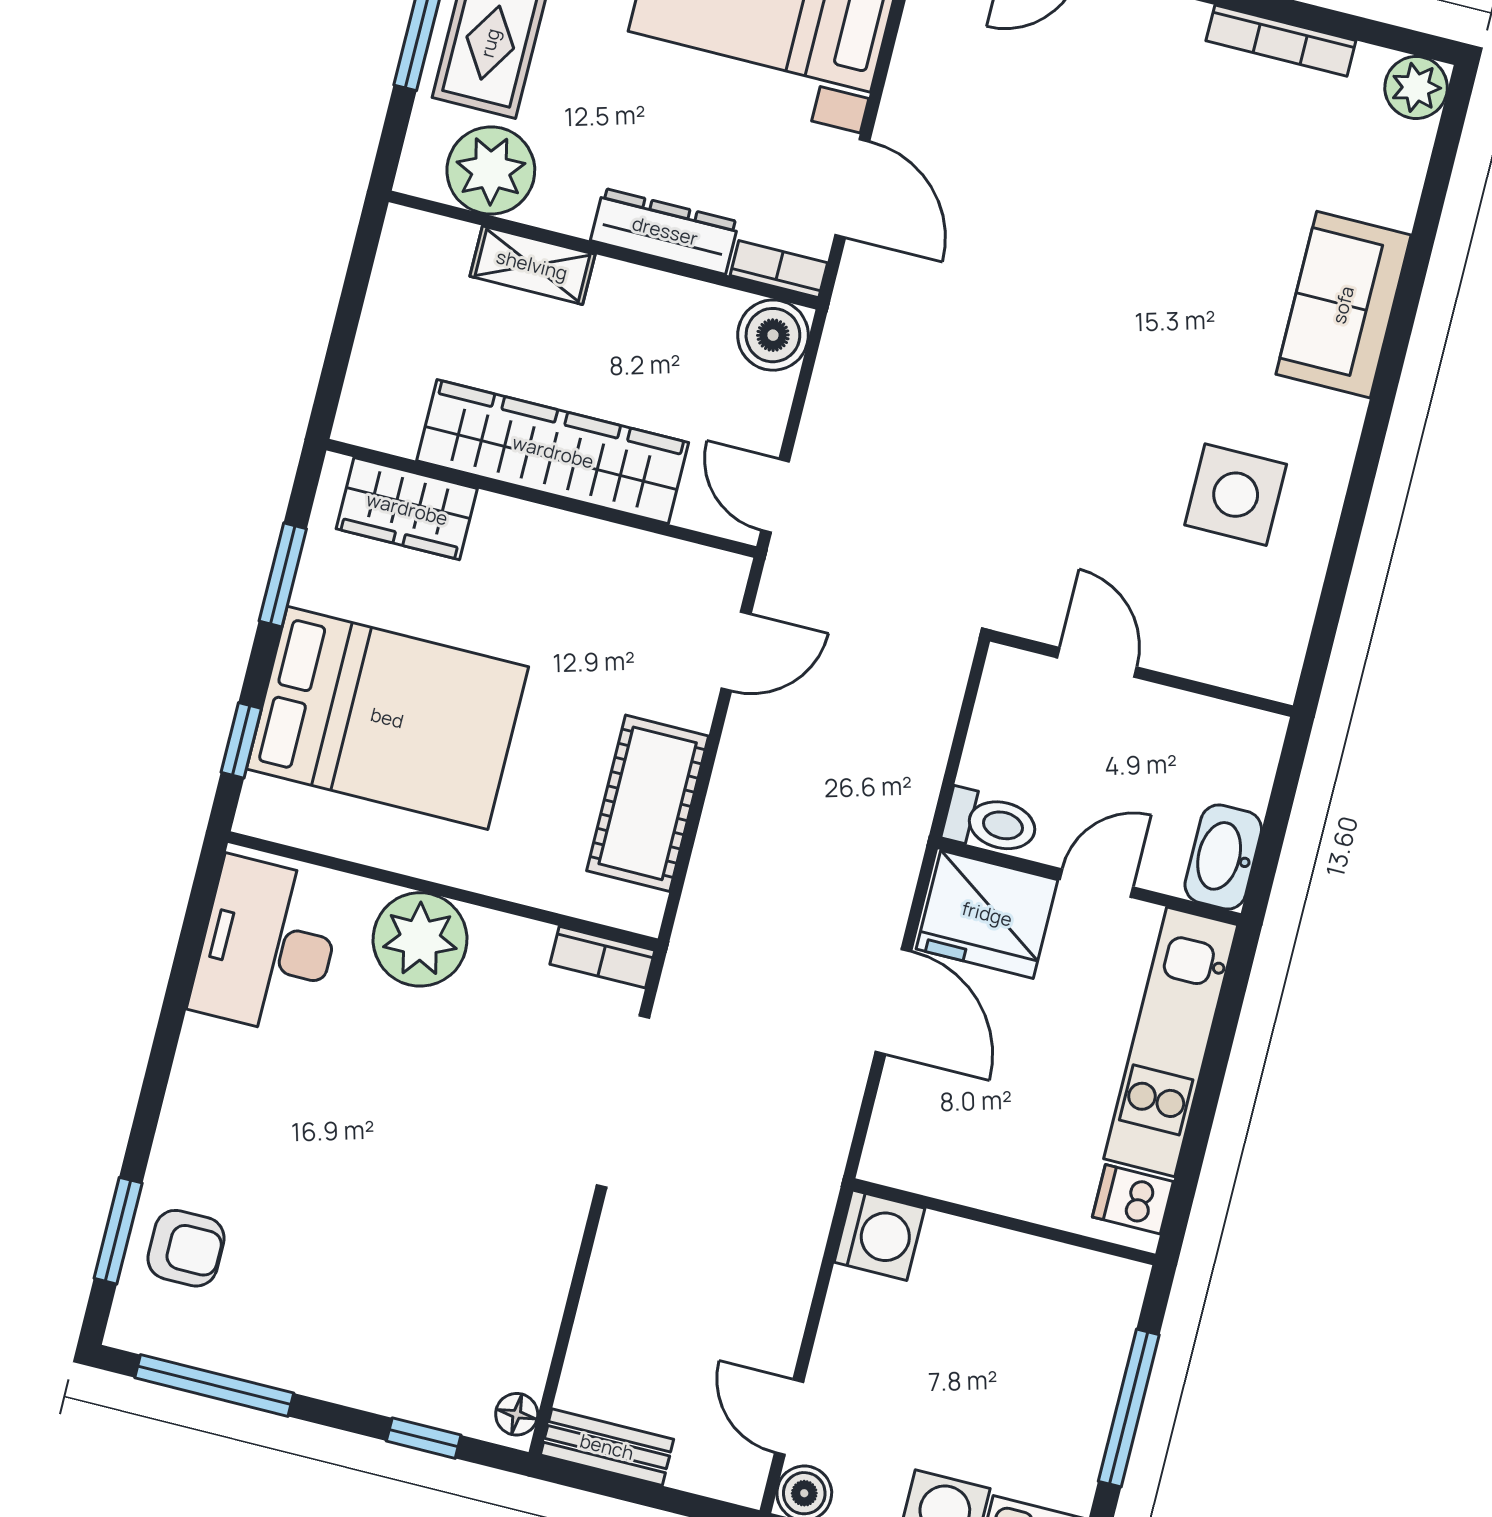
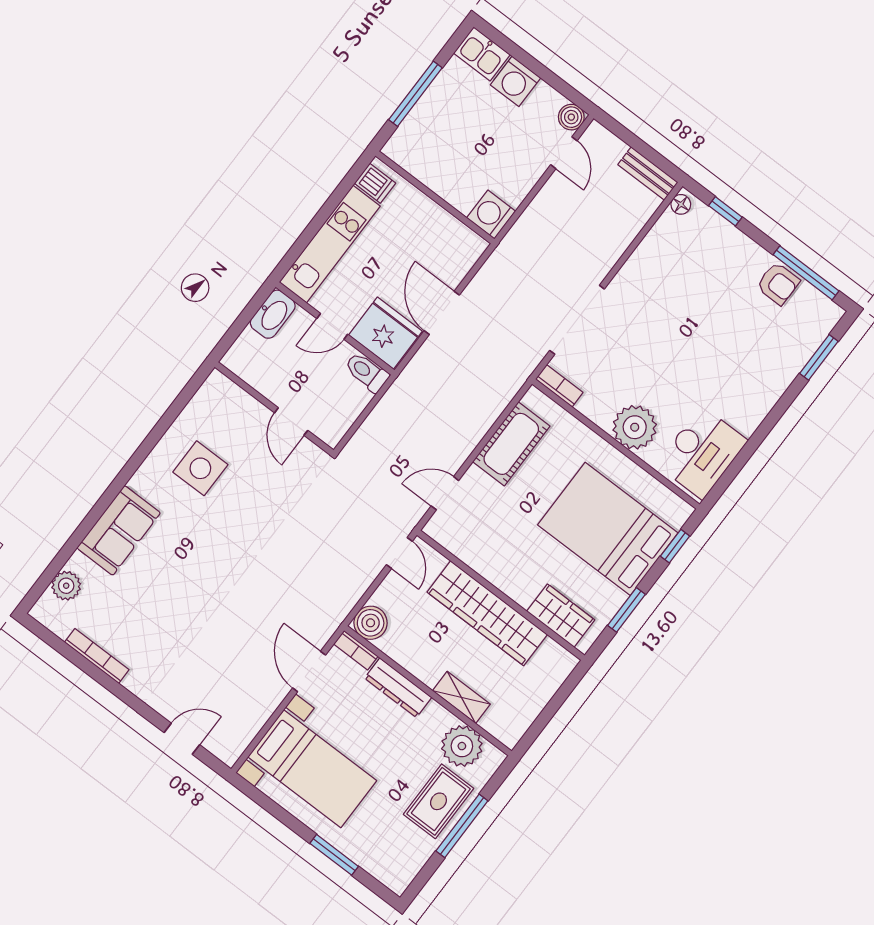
plant: (1416, 88) -> (66, 586), moved
armchair: (186, 1248) -> (778, 284), moved, turned 180

